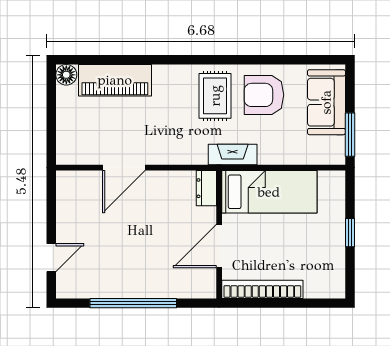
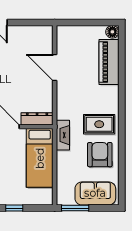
dresser: (206, 188) -> (37, 119), width x1.44

